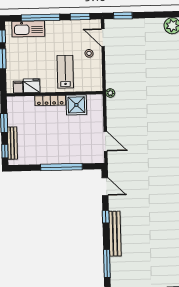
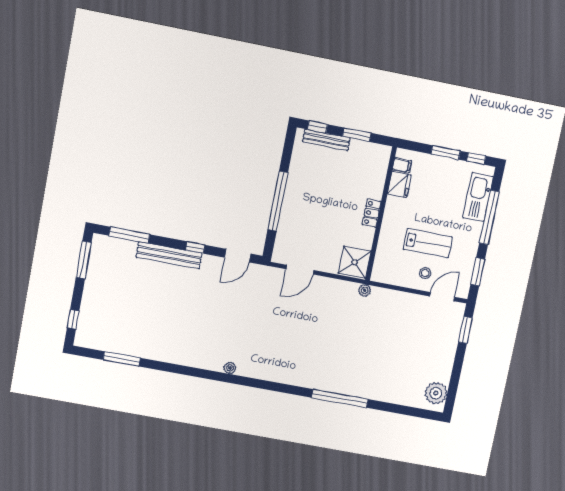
lab bench: (65, 72) -> (428, 243), moved
locker: (50, 101) -> (372, 213), width x0.66
shower: (76, 105) -> (355, 262), moved

